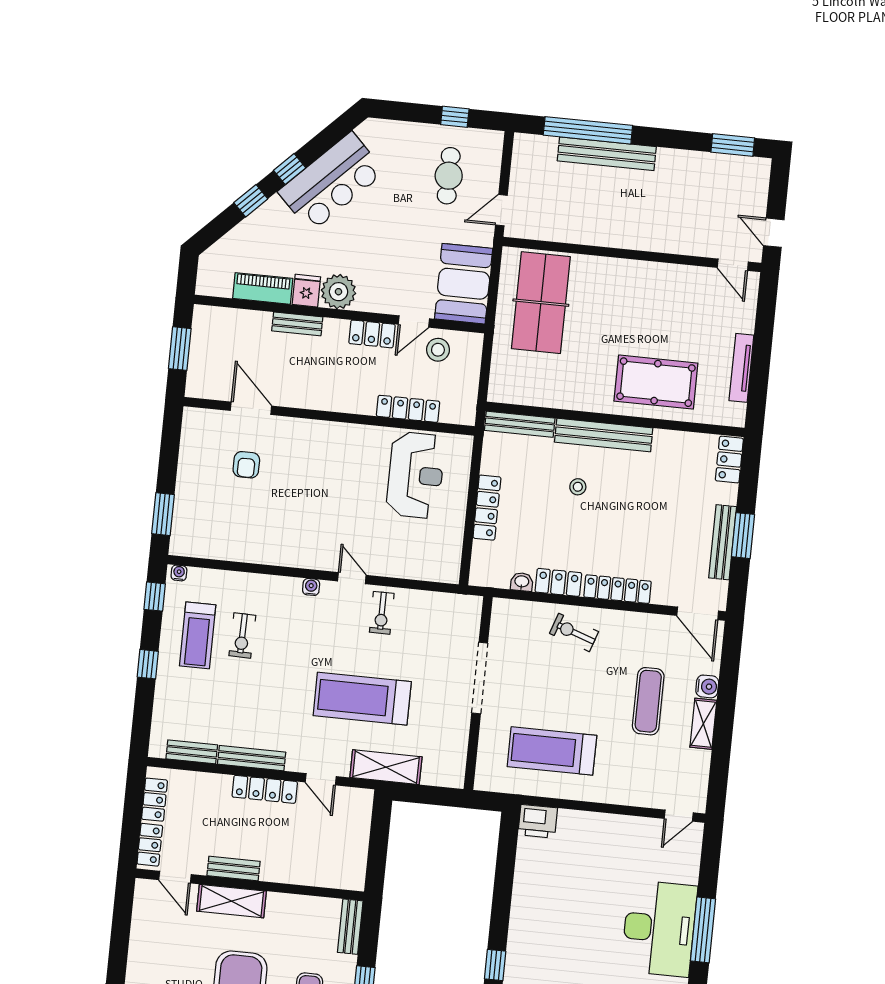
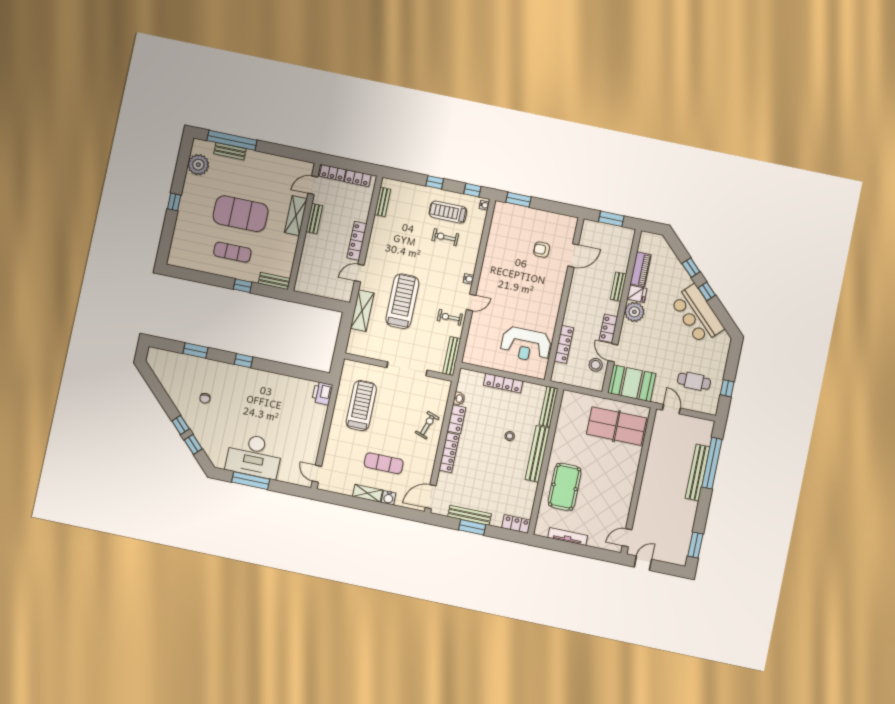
bench: (252, 758) -> (452, 356), moved

